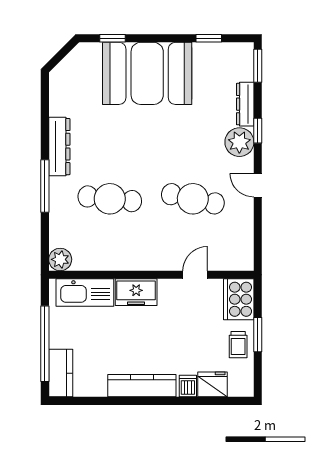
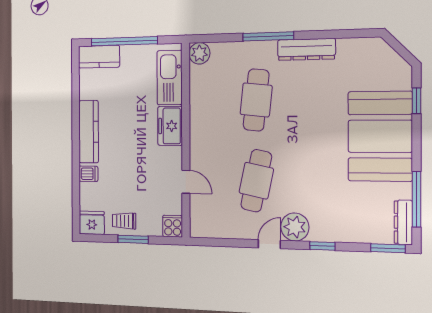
window: (209, 38) -> (417, 199), width x2.17
dresser: (245, 104) -> (403, 222), moved, turned -90
plant: (239, 142) -> (295, 227), moved
cooker: (239, 299) -> (173, 226), width x0.53, depth x0.76
fridge: (213, 384) -> (92, 223), moved, turned -90

